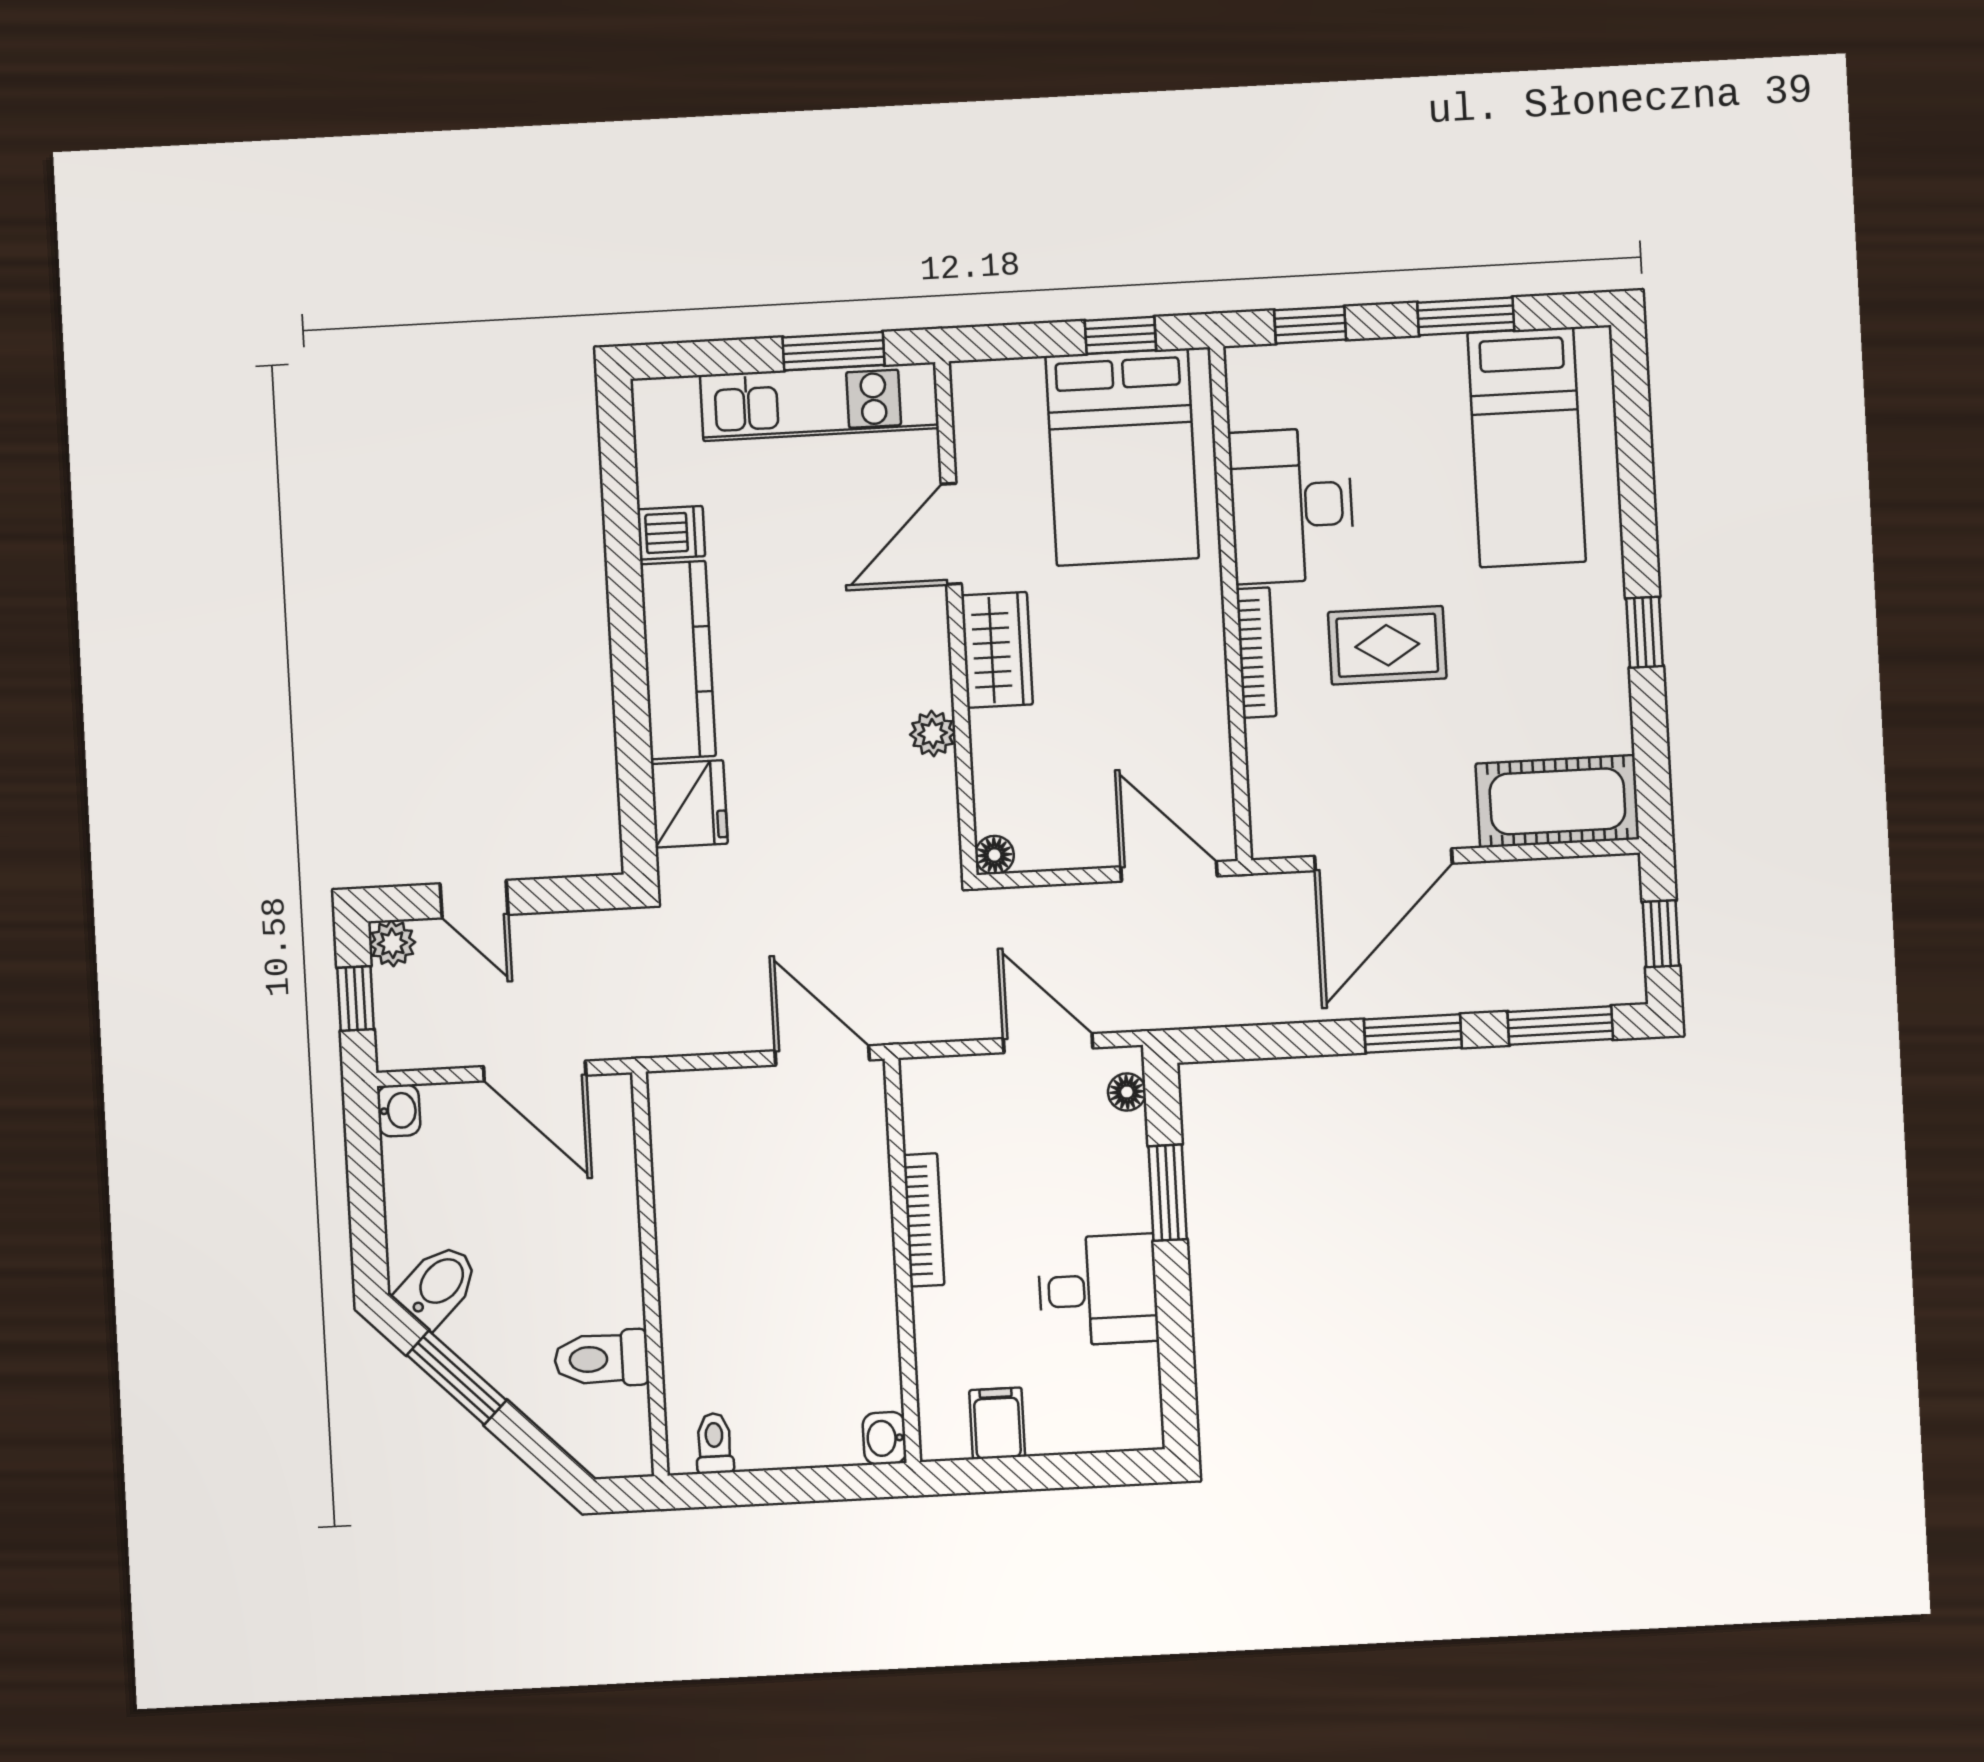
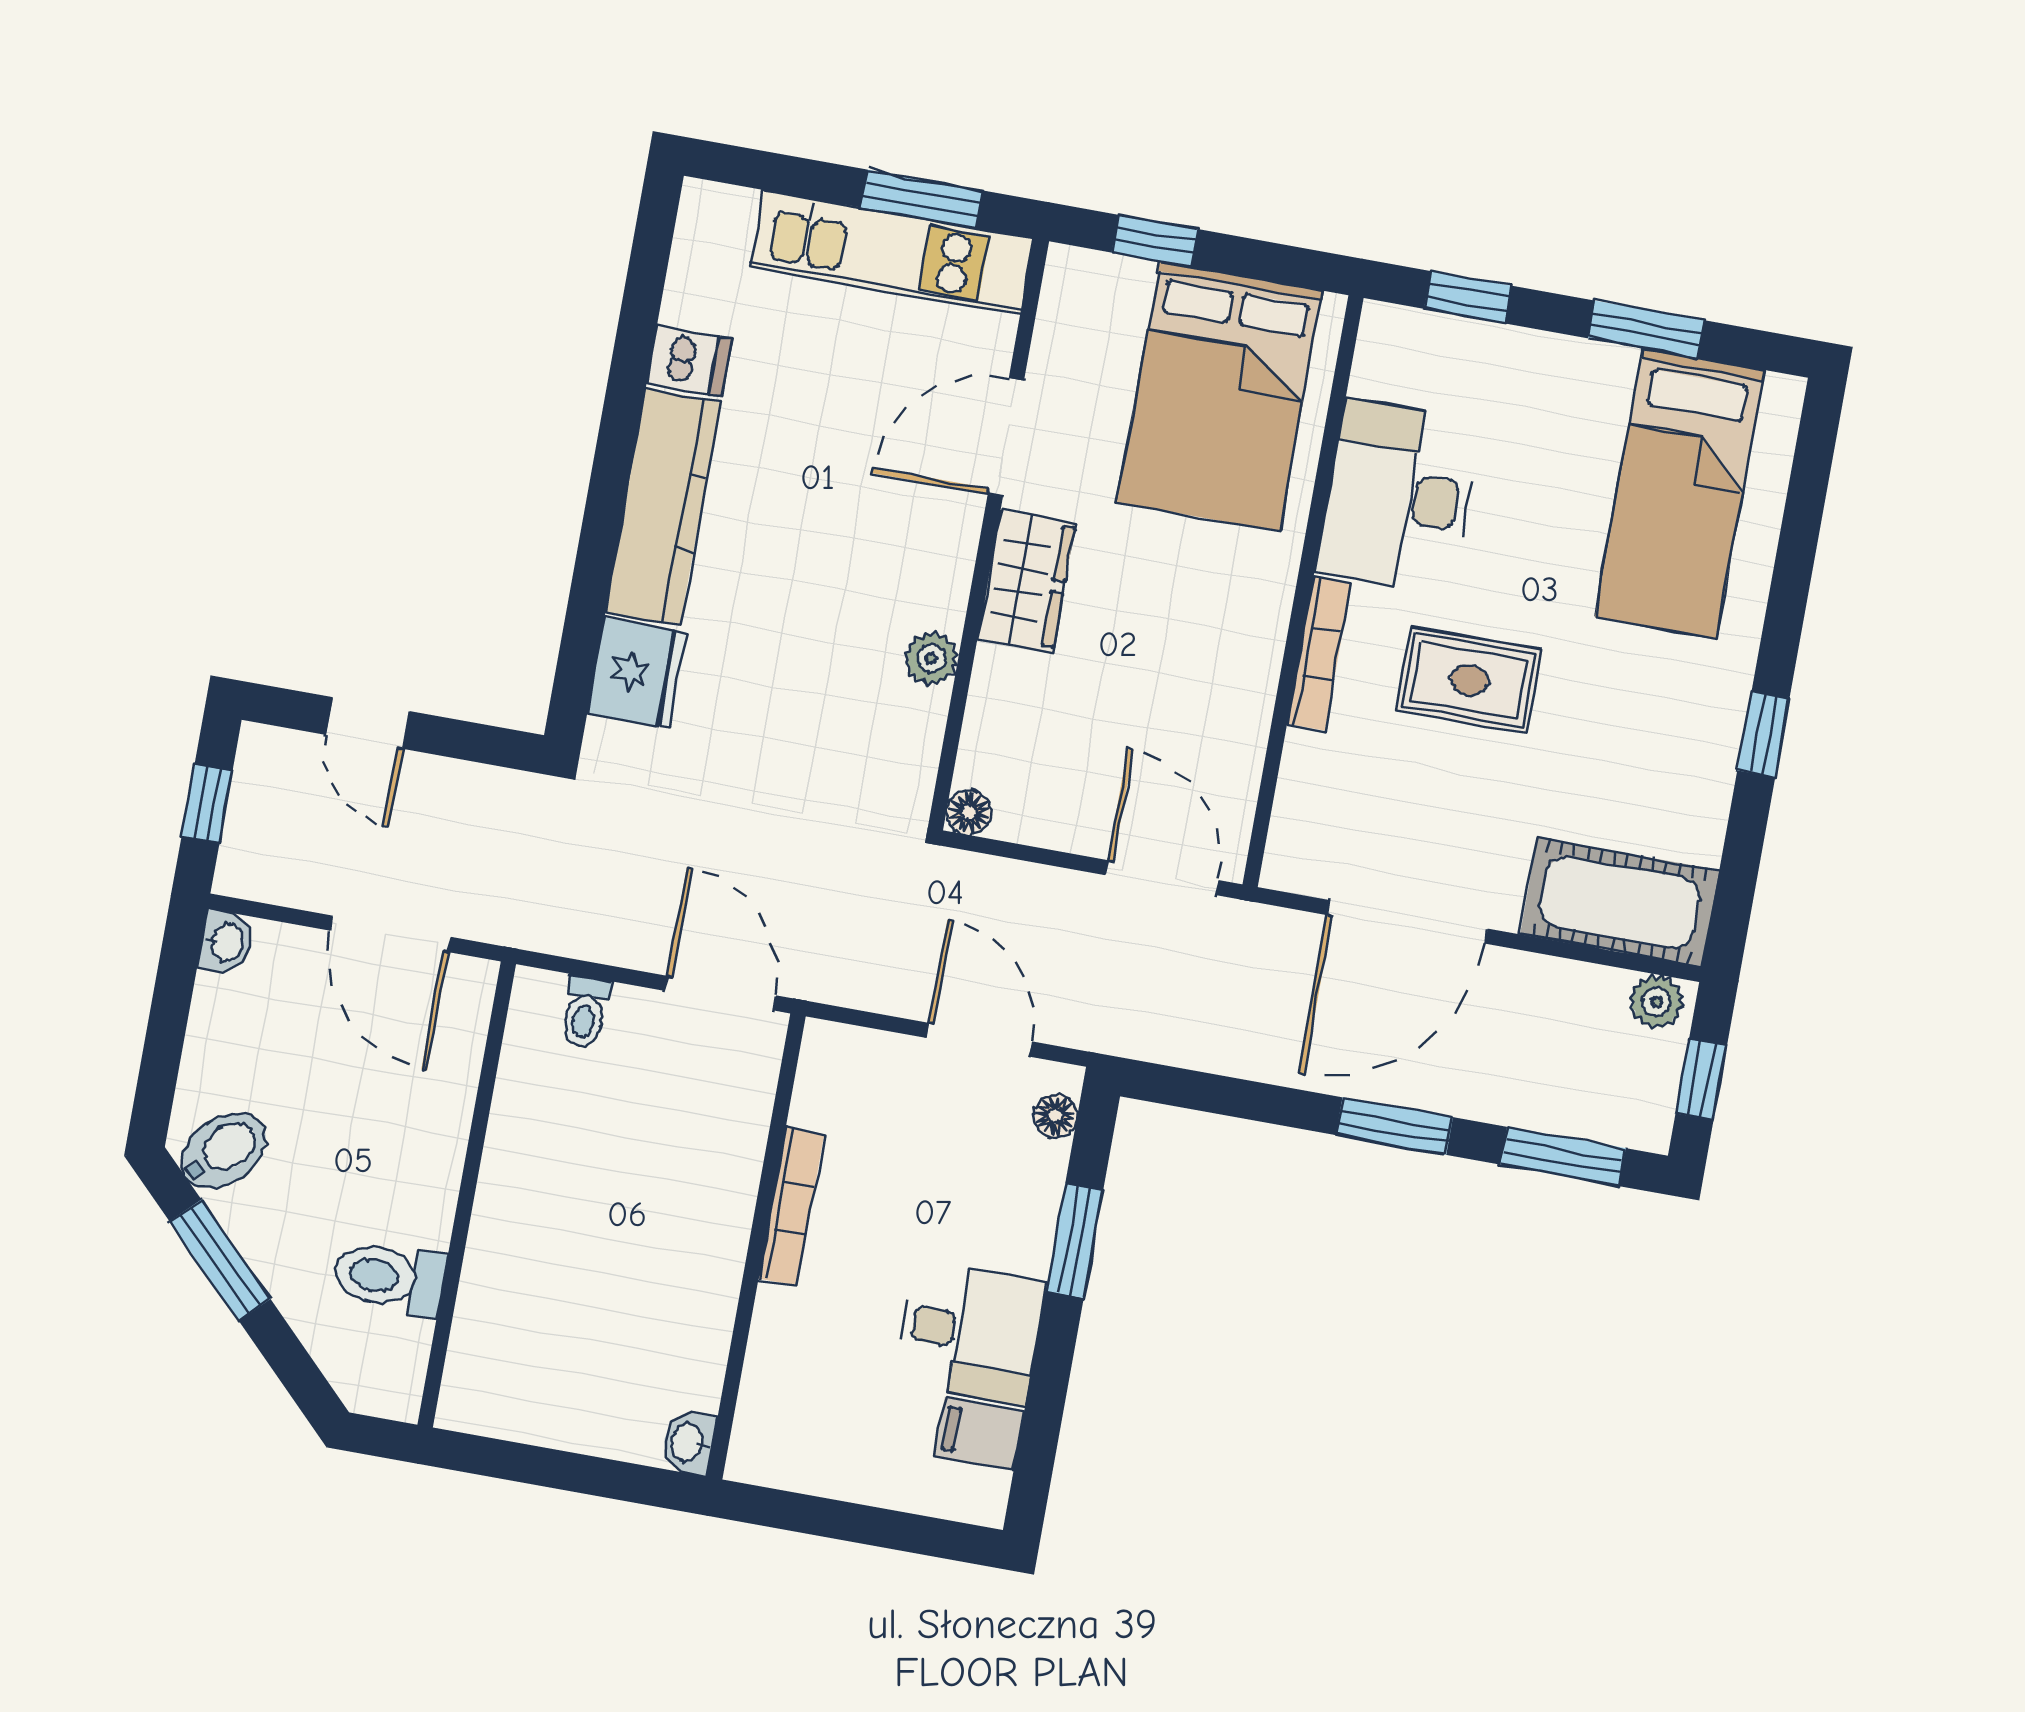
window: (1120, 335) -> (1155, 241), moved
plant: (392, 943) -> (1657, 1002), moved
filing cabinet: (997, 1423) -> (979, 1434), moved, turned -90
toilet: (714, 1443) -> (585, 1012), moved, turned 180

